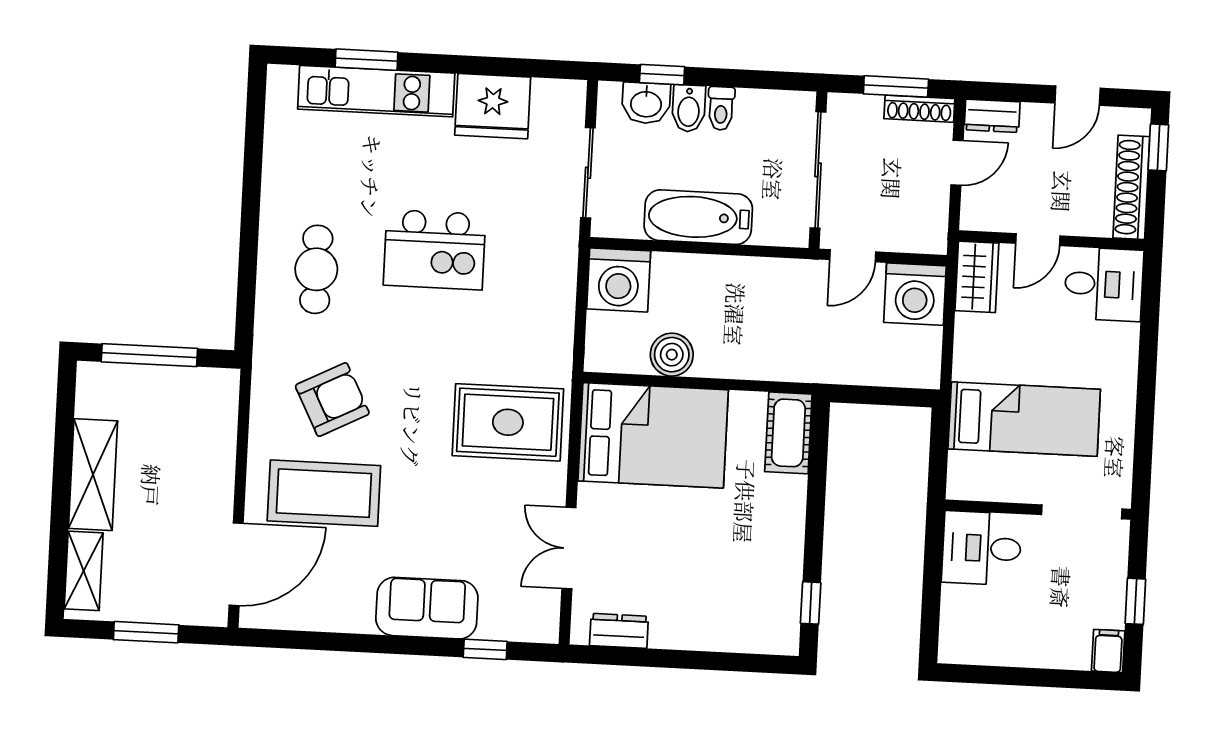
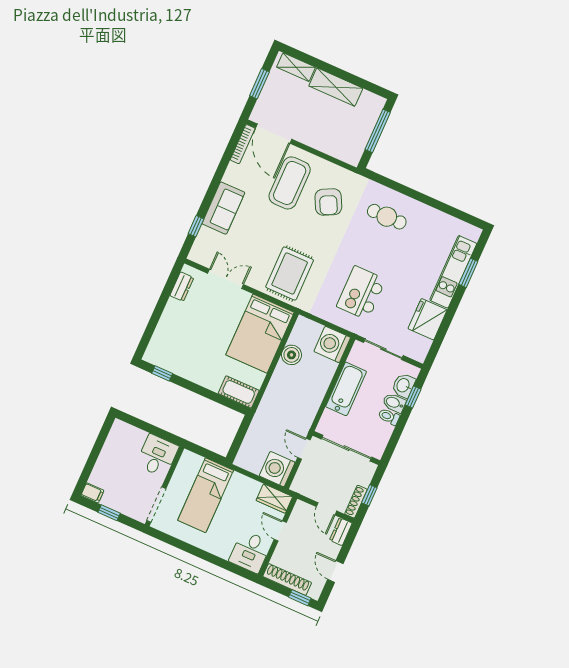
window: (896, 86) -> (369, 495), width x0.67
kitchen island: (435, 250) -> (361, 293), moved
bookcase: (282, 619) -> (243, 144), added

